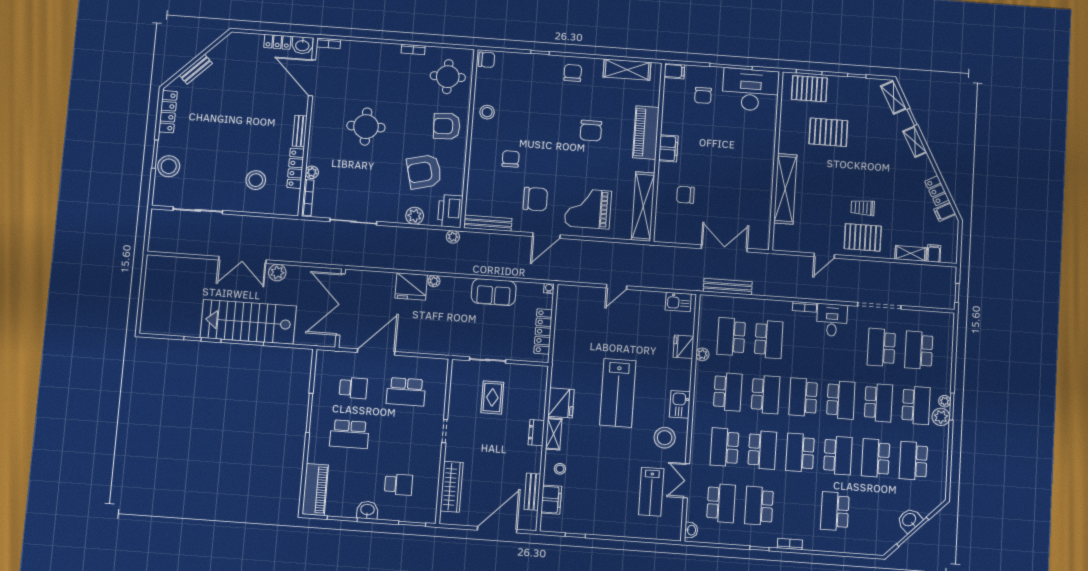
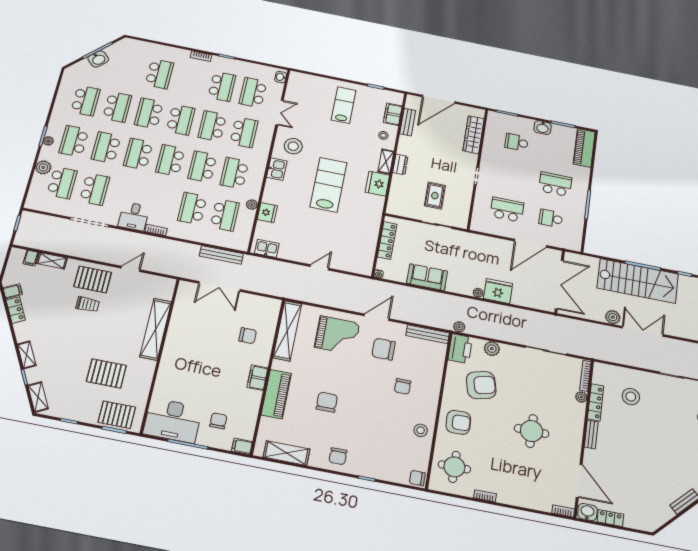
school desk: (803, 397) -> (170, 160), turned 180
plant: (941, 417) -> (43, 167), moved
lab bench: (651, 492) -> (344, 105), moved

